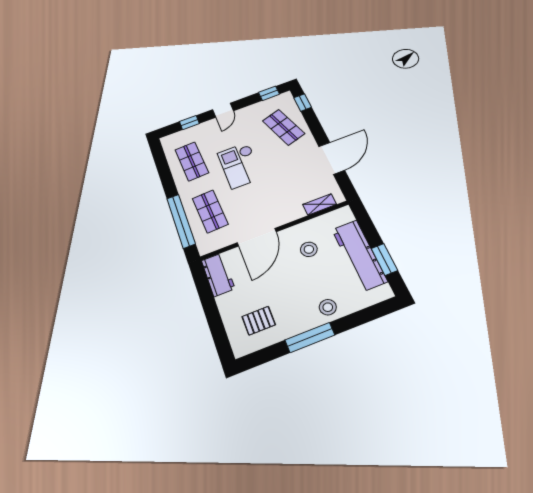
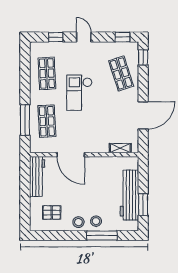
door: (223, 110) -> (84, 37), swing flipped
window: (181, 221) -> (25, 120), width x0.68
door: (257, 237) -> (71, 155), hinge flipped
stool: (309, 249) -> (78, 222), moved
workbench: (218, 275) -> (37, 176), width x1.38
window: (310, 338) -> (102, 236), moved

